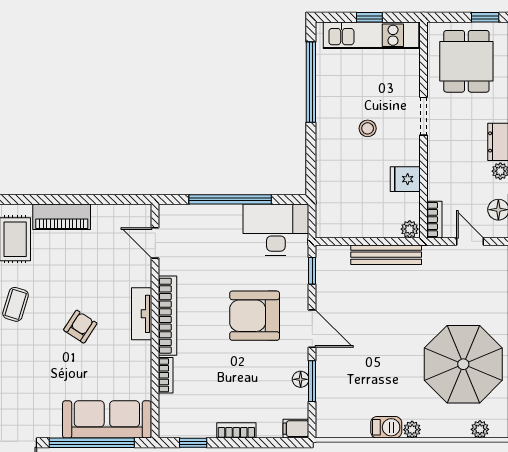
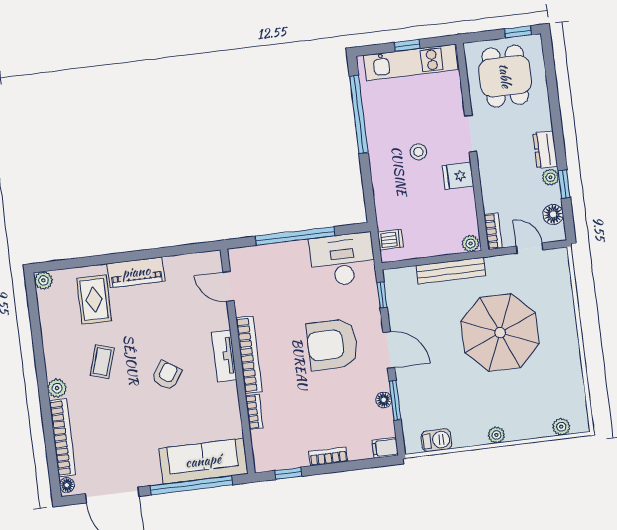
fridge: (405, 179) -> (458, 176), moved
dishwasher: (328, 215) -> (391, 240), added
parasol: (463, 364) -> (500, 333), moved
barbecue: (386, 427) -> (436, 440), moved

